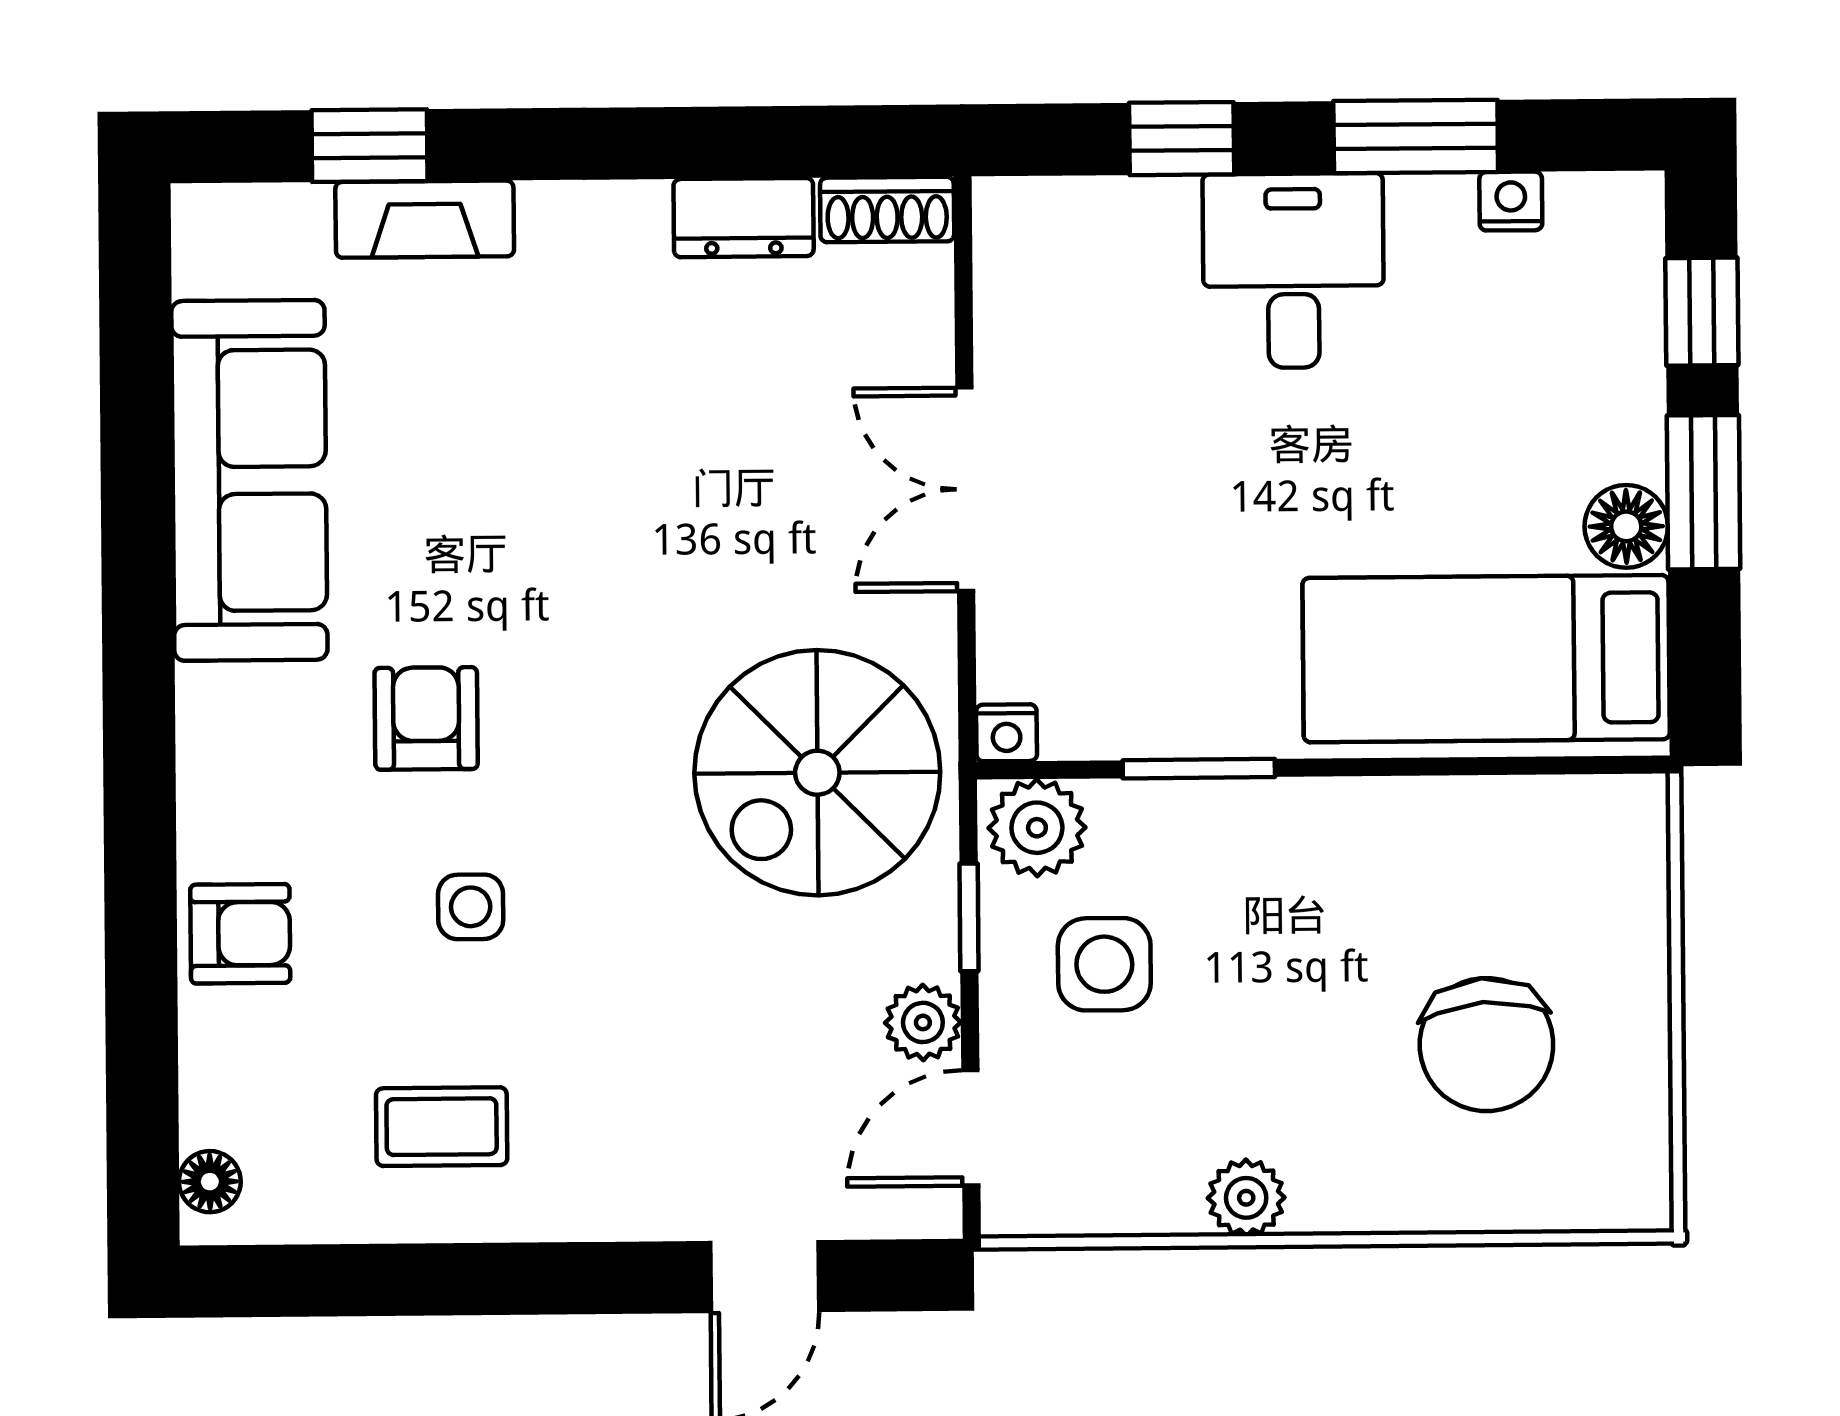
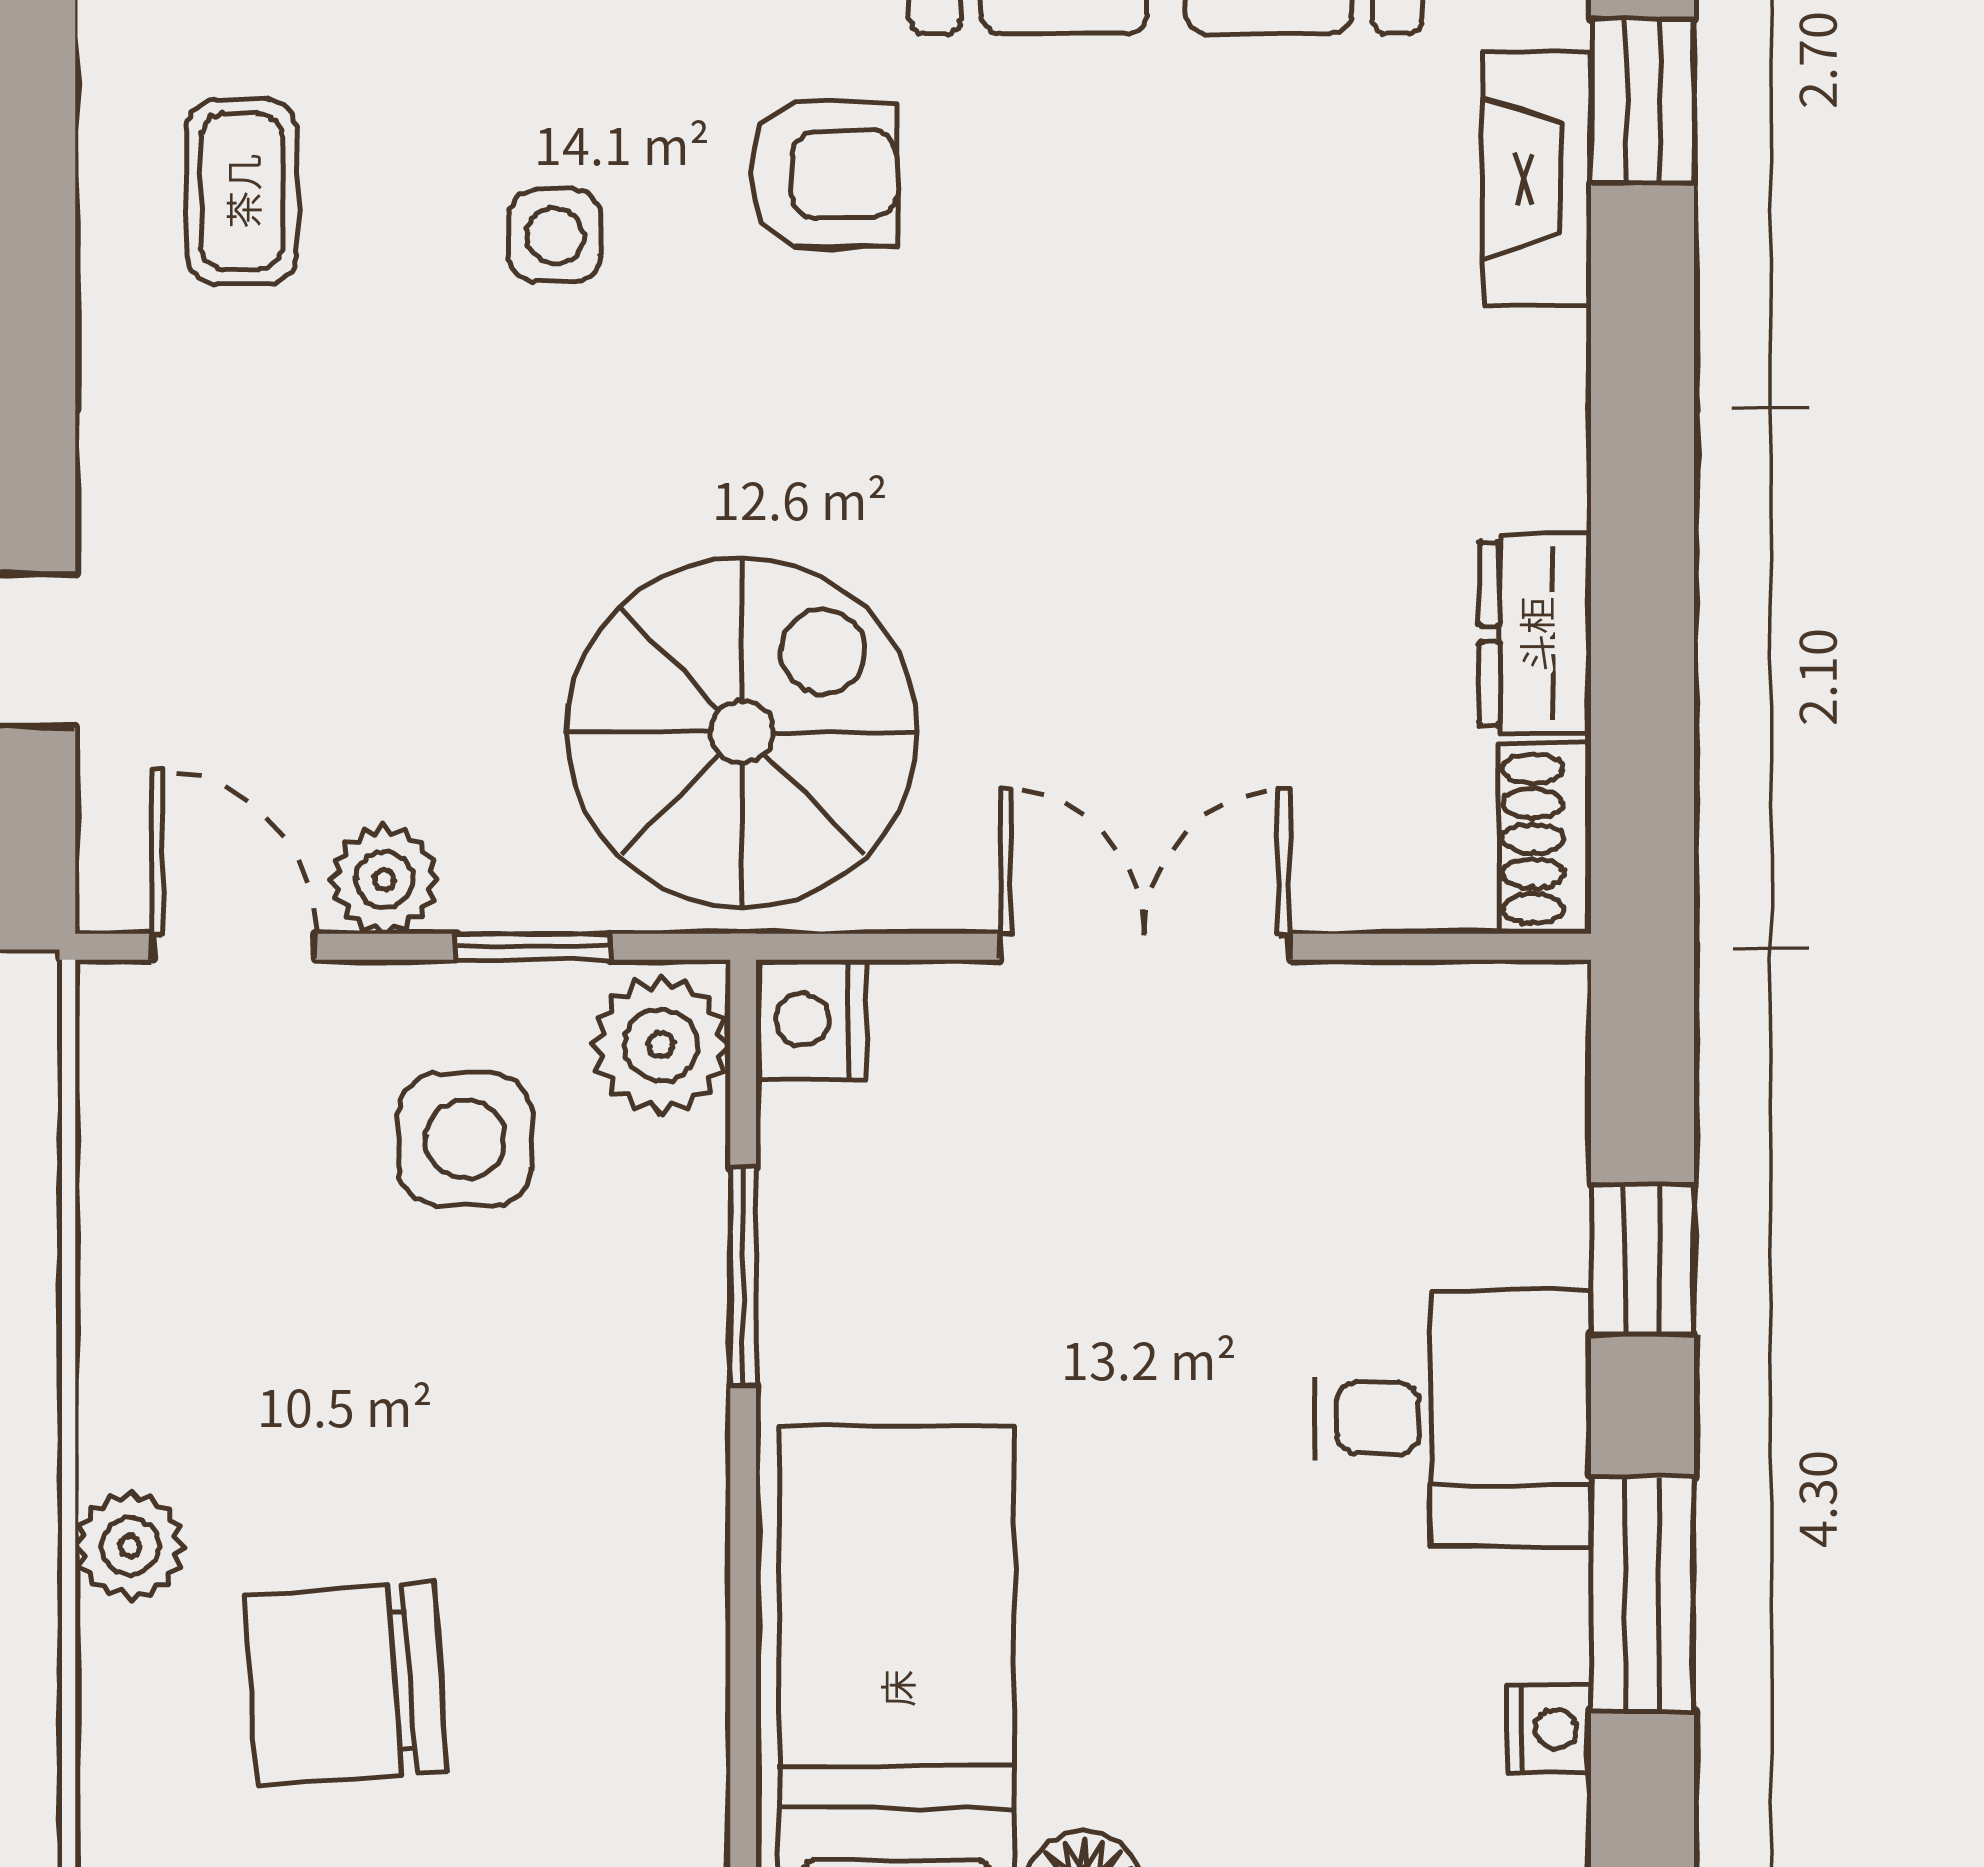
nightstand: (1007, 733) -> (811, 1019), width x1.39, depth x1.35
spiral stairs: (817, 773) -> (742, 732), turned 90
plant: (1246, 1198) -> (130, 1546), moved

